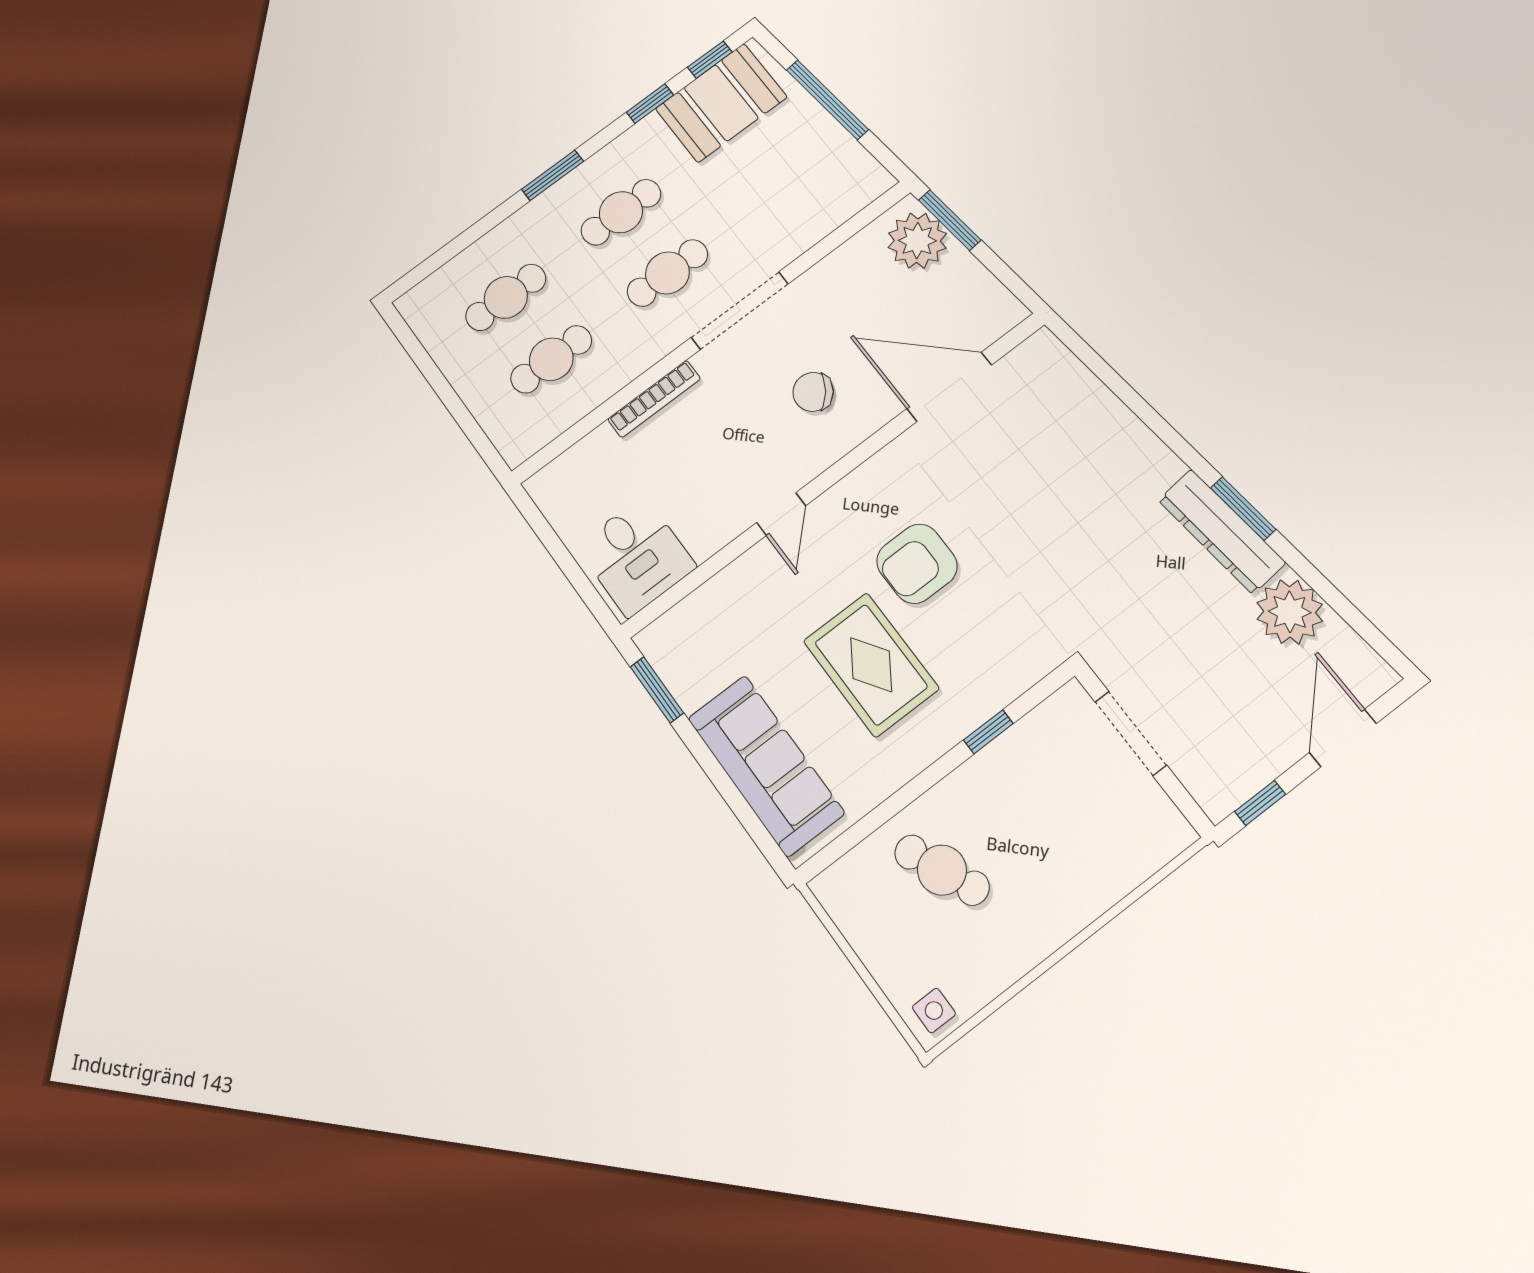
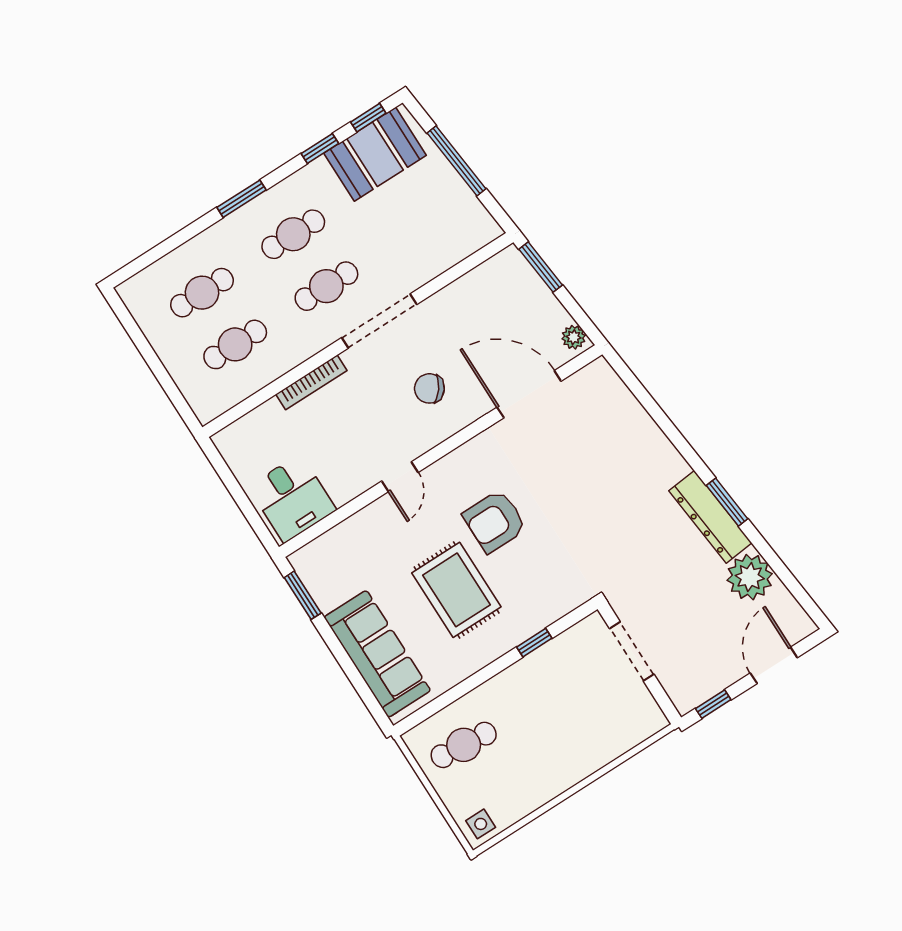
plant: (917, 241) -> (574, 337), moved, width x0.53, depth x0.53
cafe table: (942, 870) -> (464, 745), moved, turned -61

